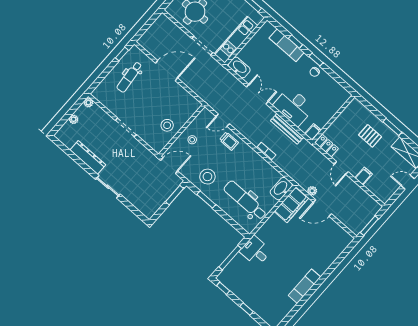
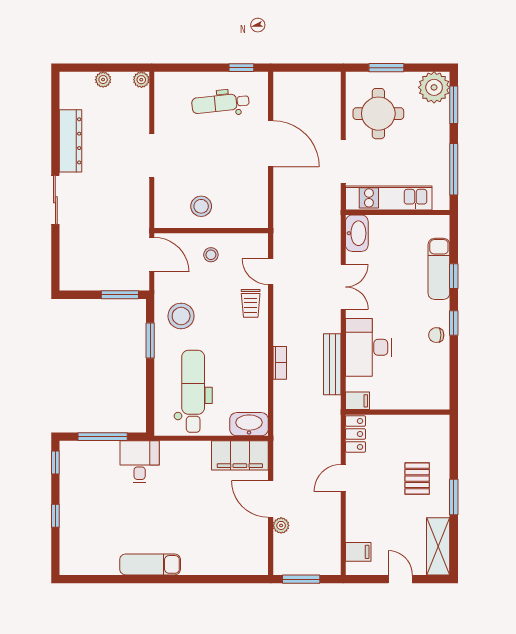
filing cabinet: (364, 176) -> (358, 552), moved
plant: (312, 191) -> (281, 525), moved

